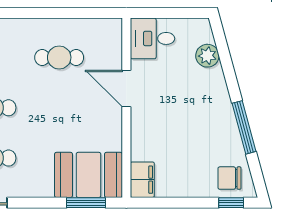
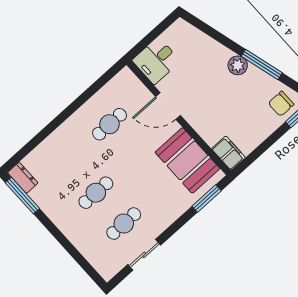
plant: (207, 56) -> (238, 65), moved
booth: (88, 175) -> (187, 160), moved, turned 90

